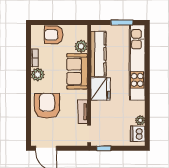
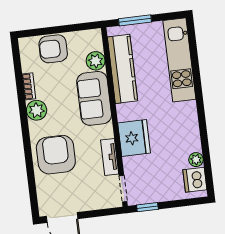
window: (122, 22) -> (135, 20), moved
kitchen unit: (137, 63) -> (179, 60), width x0.73
fridge: (101, 89) -> (134, 138), moved

